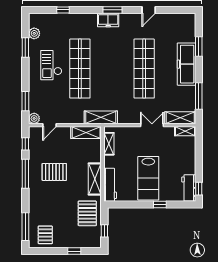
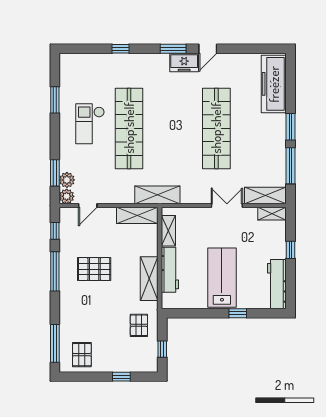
window: (63, 10) -> (120, 49), moved
door: (149, 10) -> (208, 49), moved
freezer: (108, 20) -> (184, 62), moved
plant: (34, 33) -> (67, 180), moved
window: (199, 46) -> (291, 127), moved
freezer: (186, 64) -> (274, 84), moved
lab bench: (148, 178) -> (222, 278), turned 180
workbench: (110, 185) -> (170, 270), moved
workbench: (189, 188) -> (277, 284), width x1.38
window: (199, 189) -> (291, 250), moved
pallet: (87, 213) -> (139, 325), width x0.67, depth x0.71

